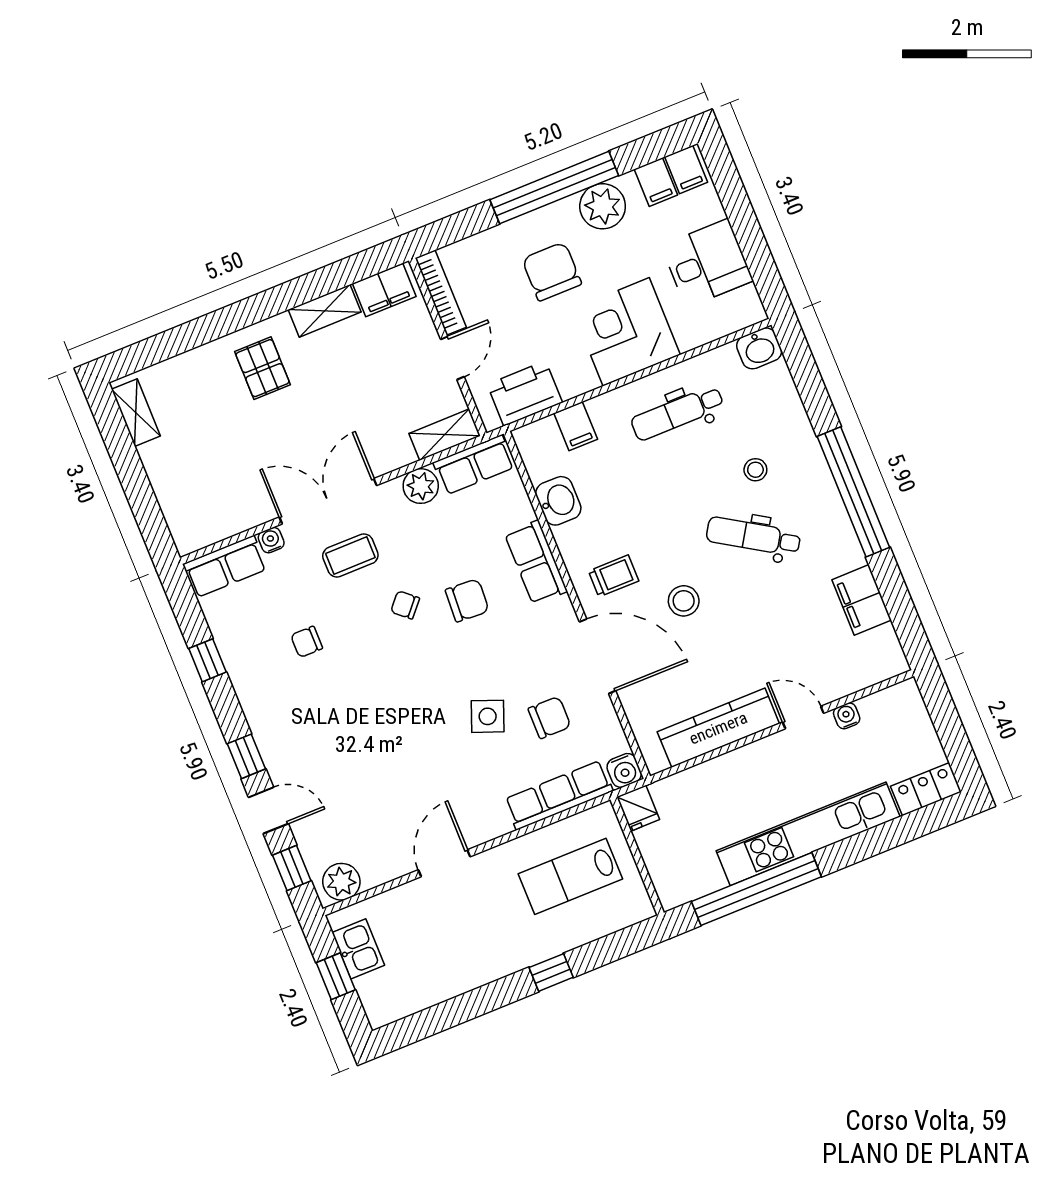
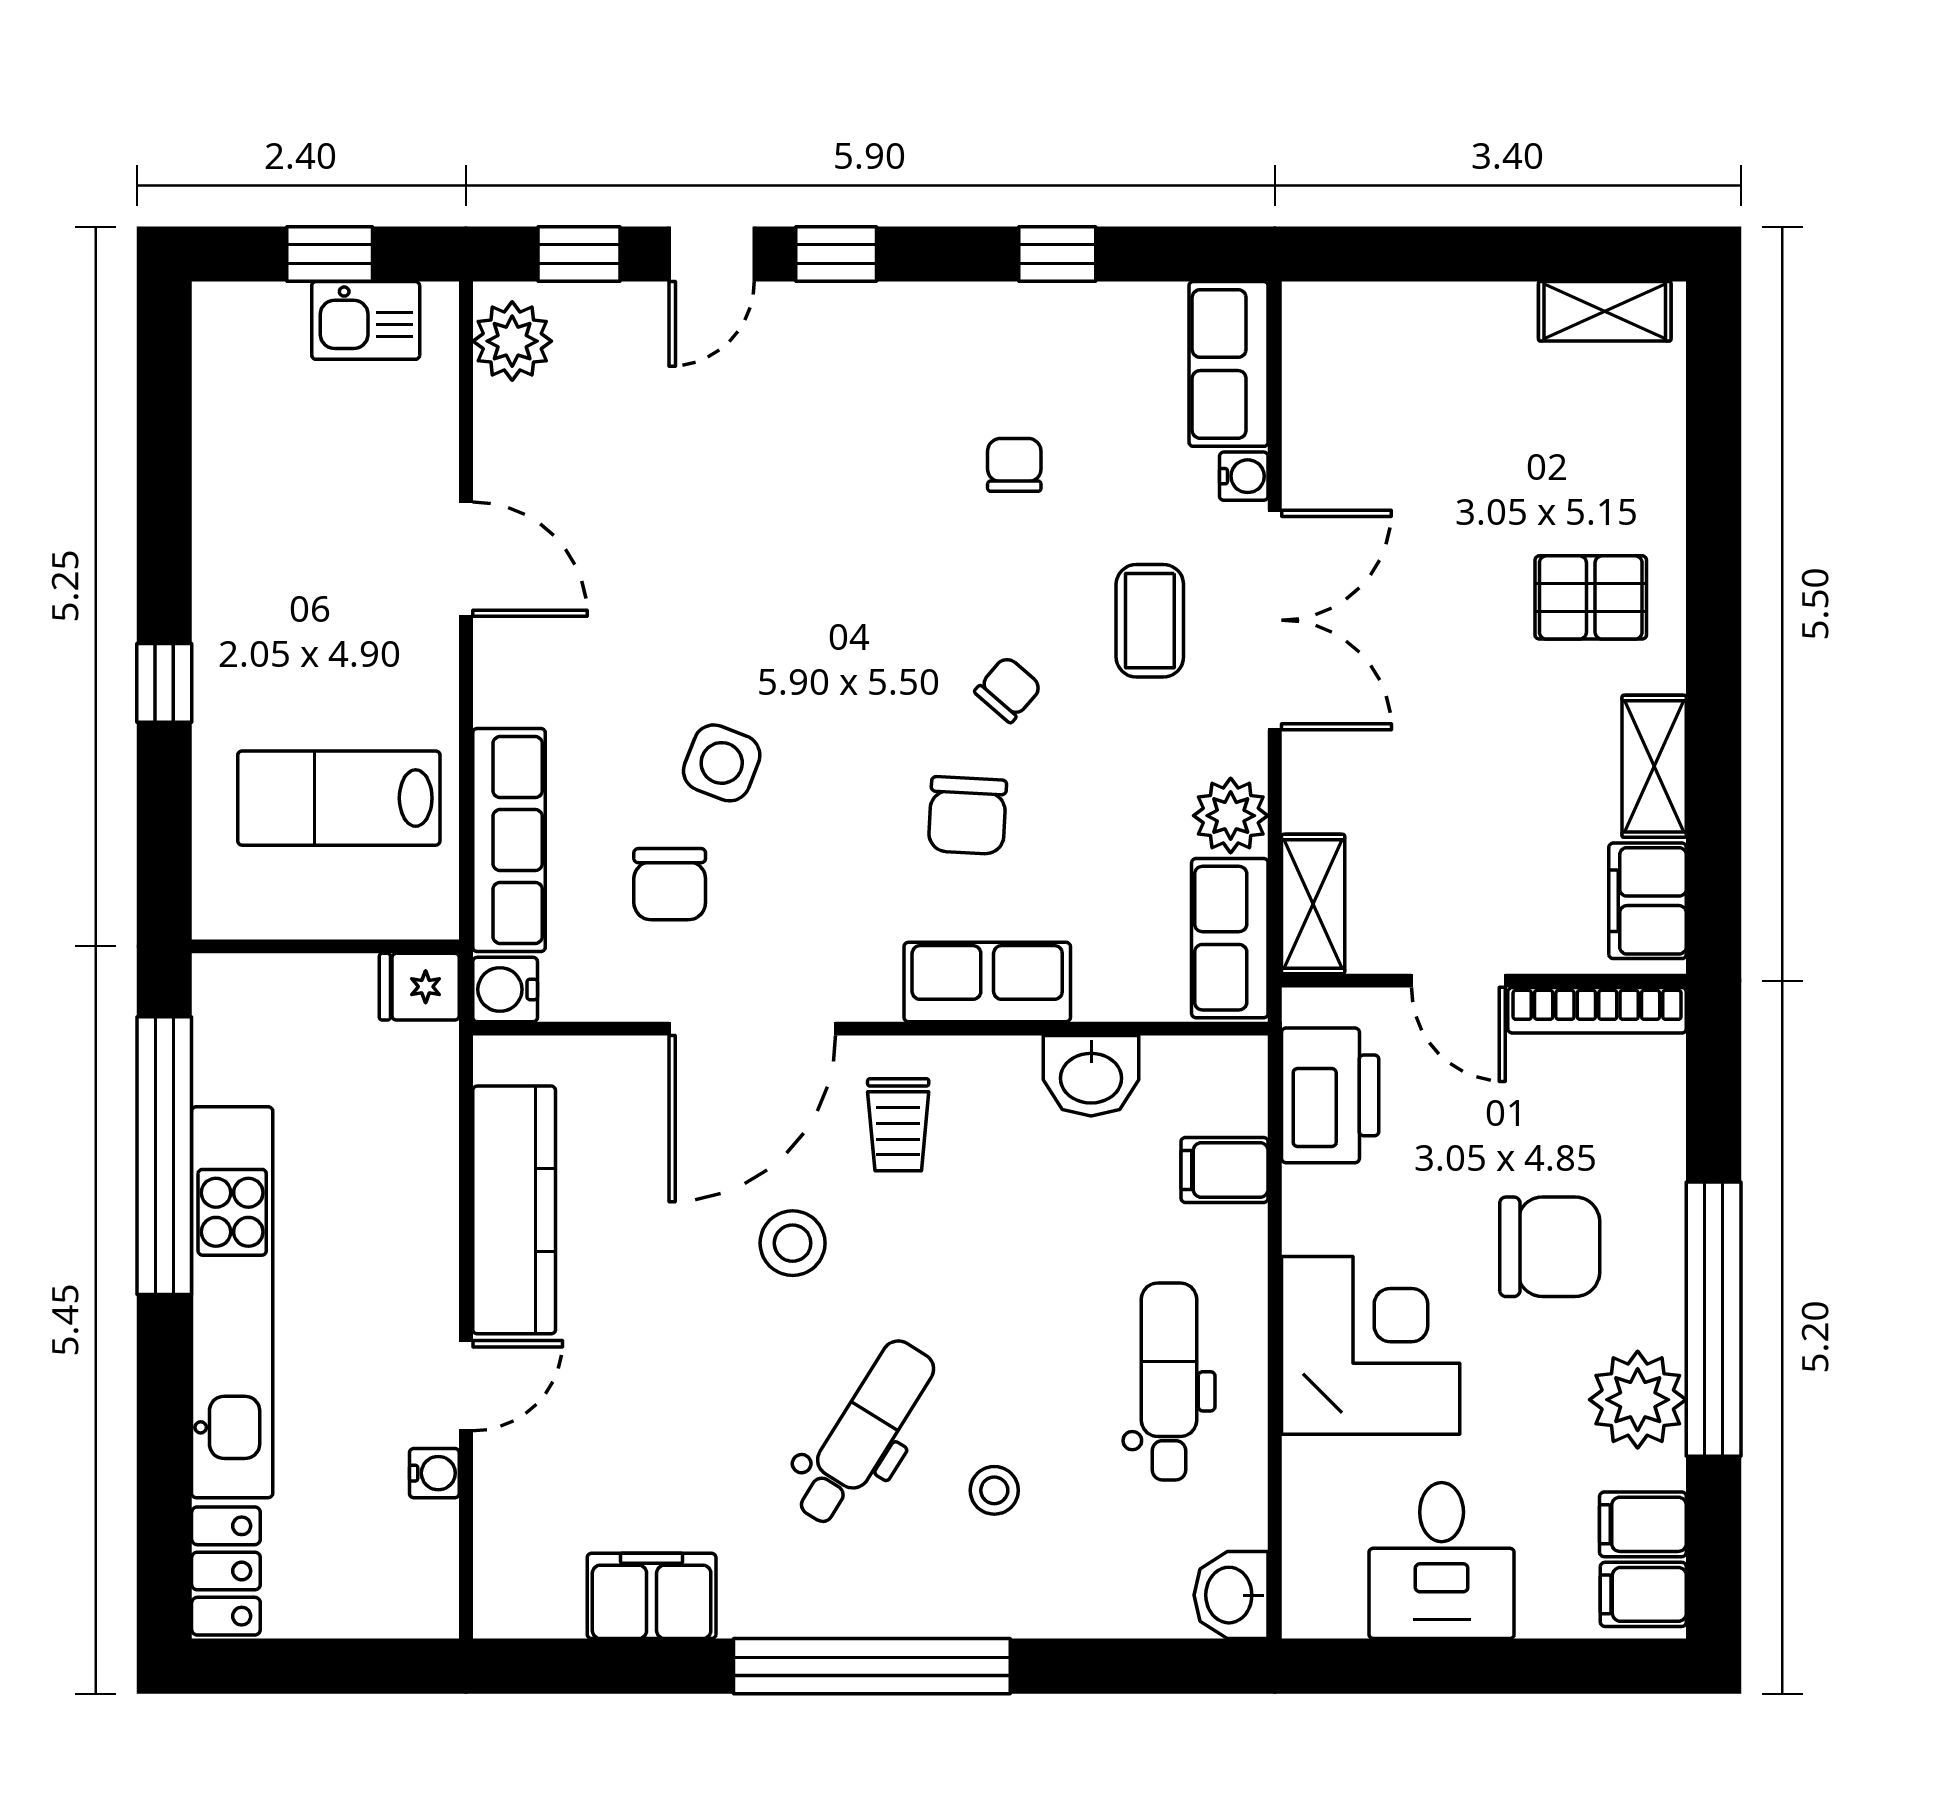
lab bench: (570, 876) -> (339, 798), turned -90

